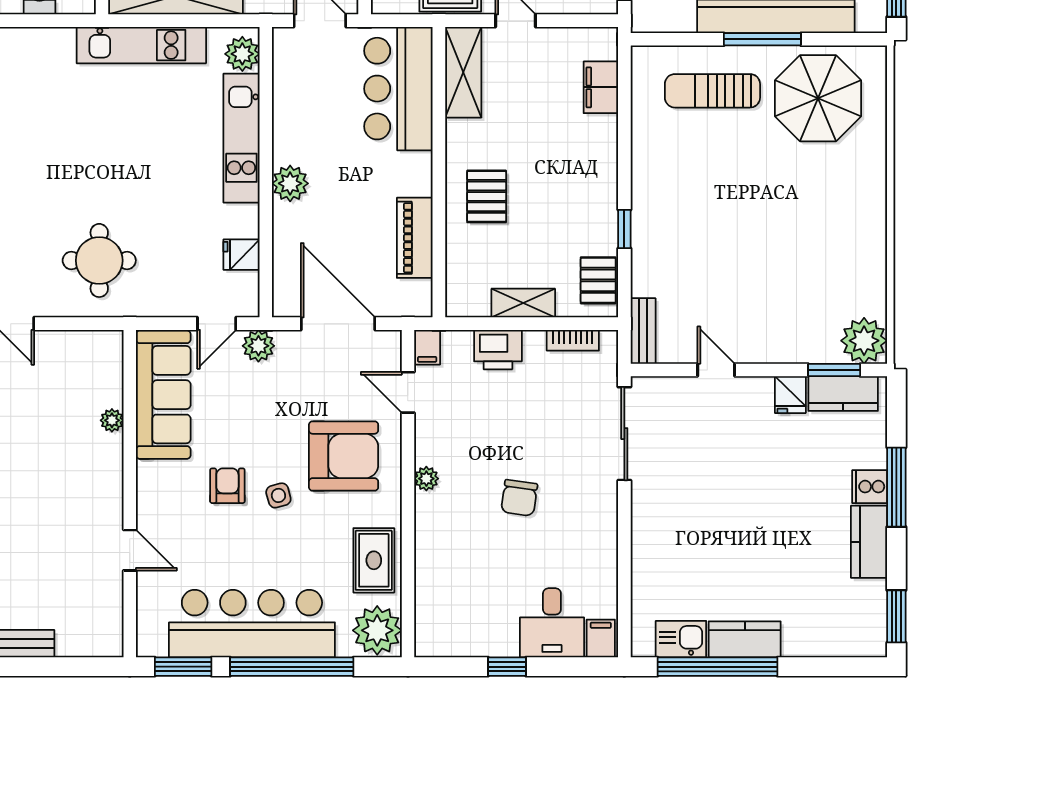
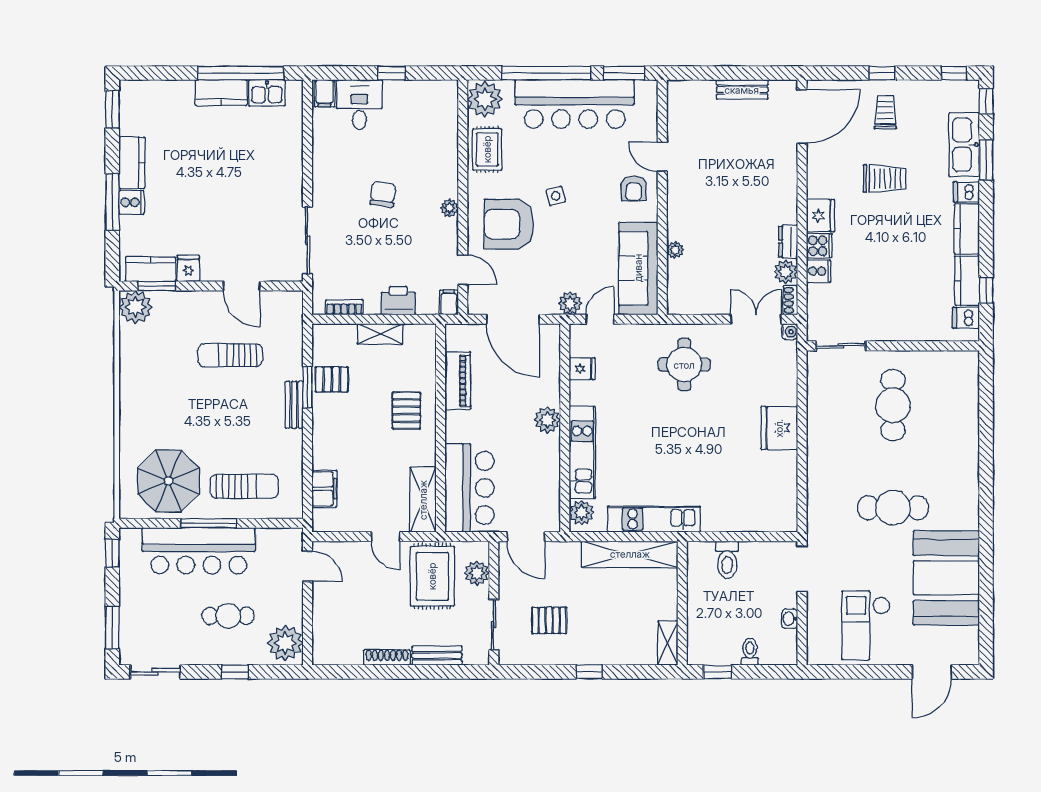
window: (624, 229) -> (307, 387), width x1.50
sun lounger: (732, 274) -> (230, 355), added
pallet: (598, 280) -> (332, 379), moved, turned 90
bench: (643, 331) -> (294, 405), moved
door: (716, 370) -> (242, 286), width x1.38
armchair: (227, 486) -> (634, 188), moved

